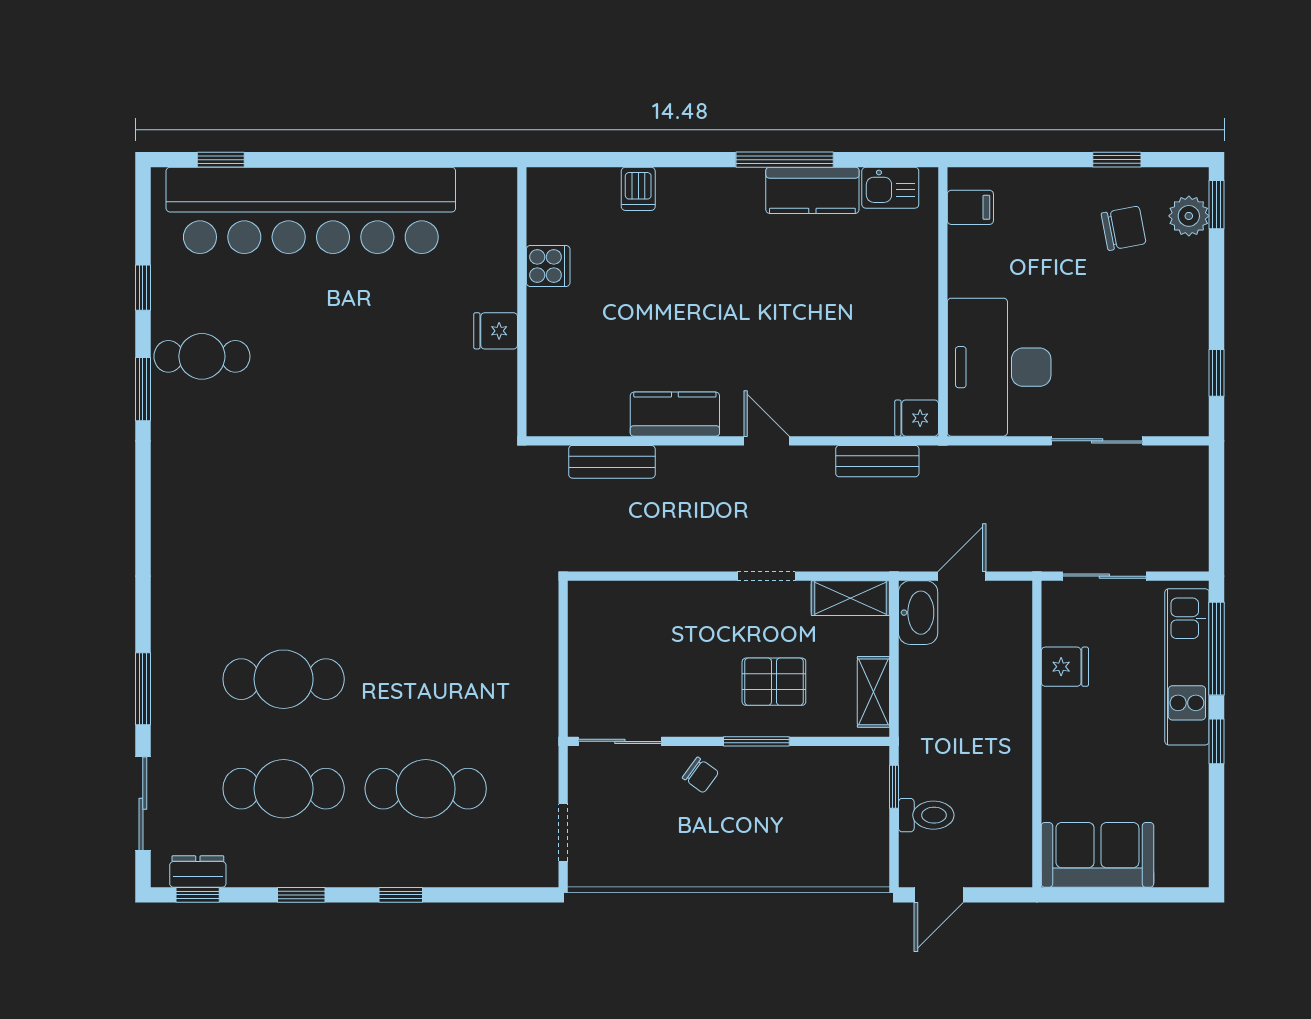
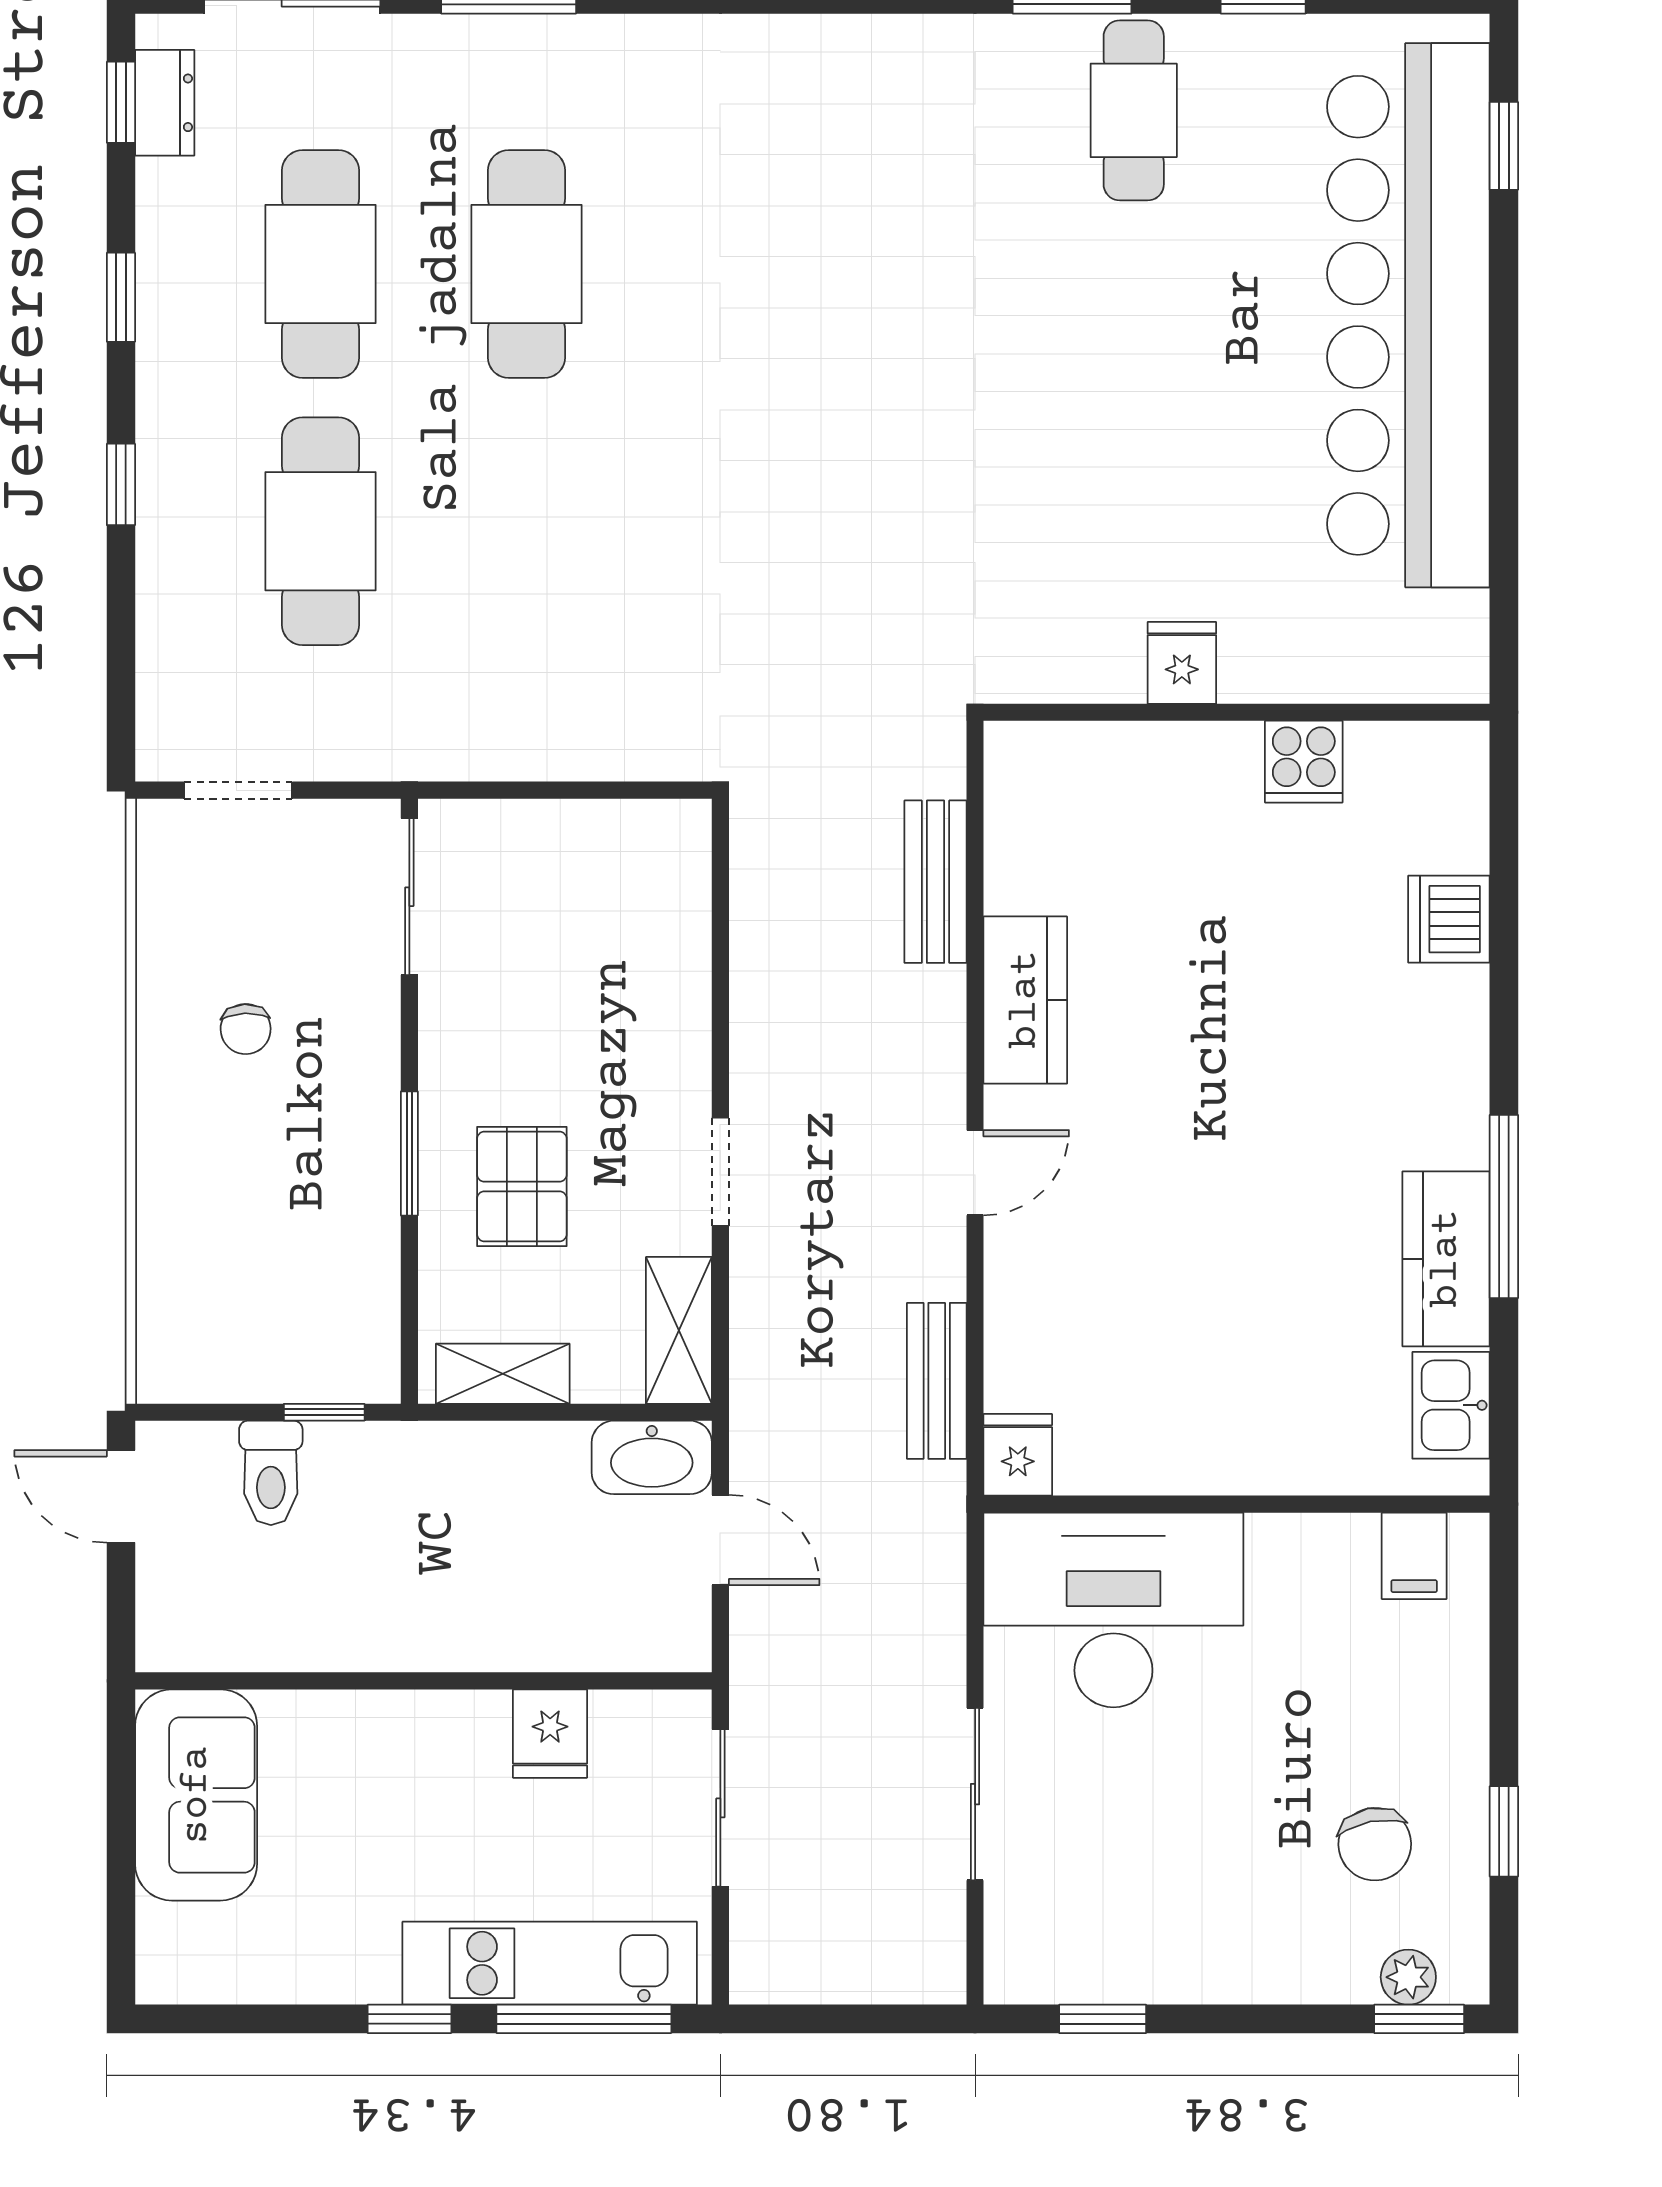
dishwasher: (638, 189) -> (1449, 919), width x1.38
plant: (1189, 216) -> (1408, 1977), width x0.73, depth x0.73
chair: (700, 775) -> (246, 1029), moved, turned -38

